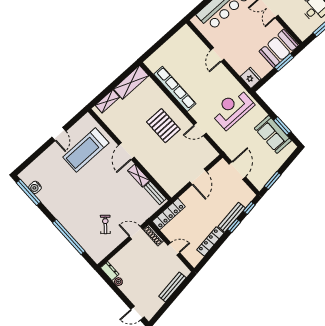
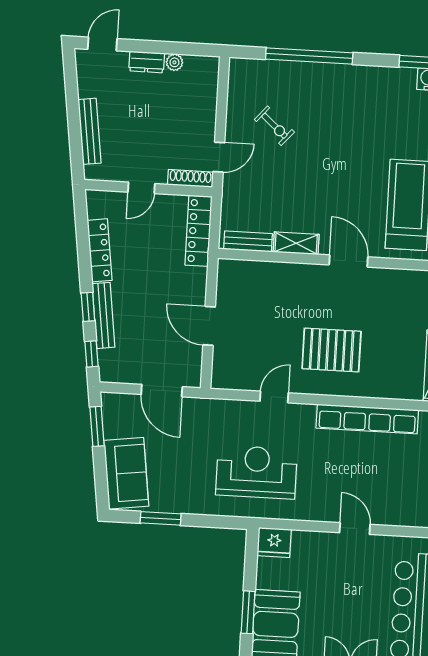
reception desk: (232, 109) -> (256, 472), turned -90
sofa: (273, 134) -> (126, 473), moved, turned 82
dresser: (110, 271) -> (147, 62), moved

